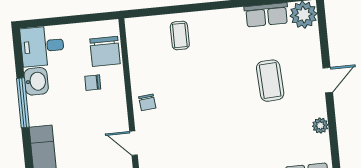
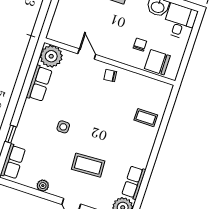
side table: (236, 132) -> (63, 127), added
door: (133, 143) -> (87, 54), hinge flipped

